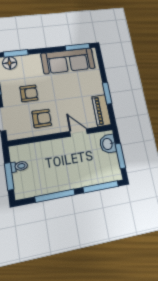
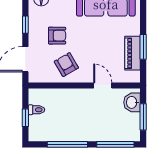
piano: (101, 111) -> (132, 53), moved
armchair: (42, 118) -> (66, 65), turned -120
window: (9, 176) -> (25, 118), width x0.67

